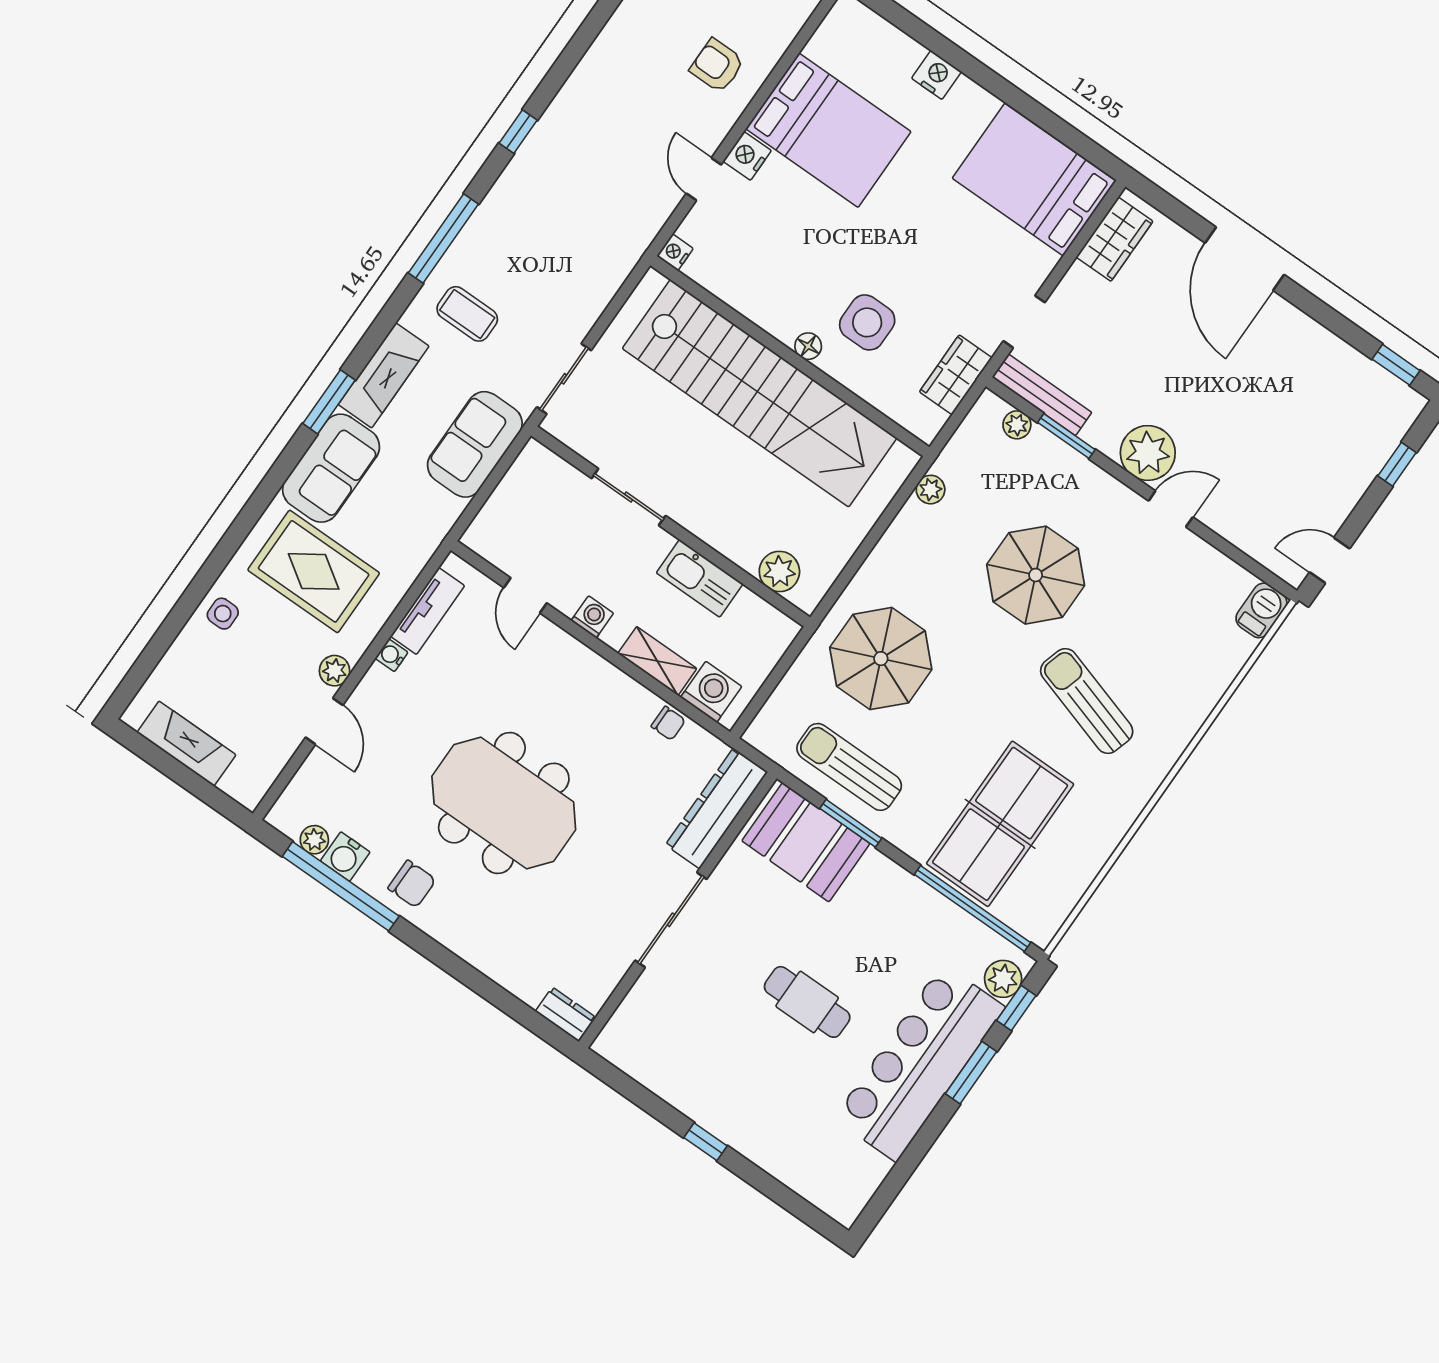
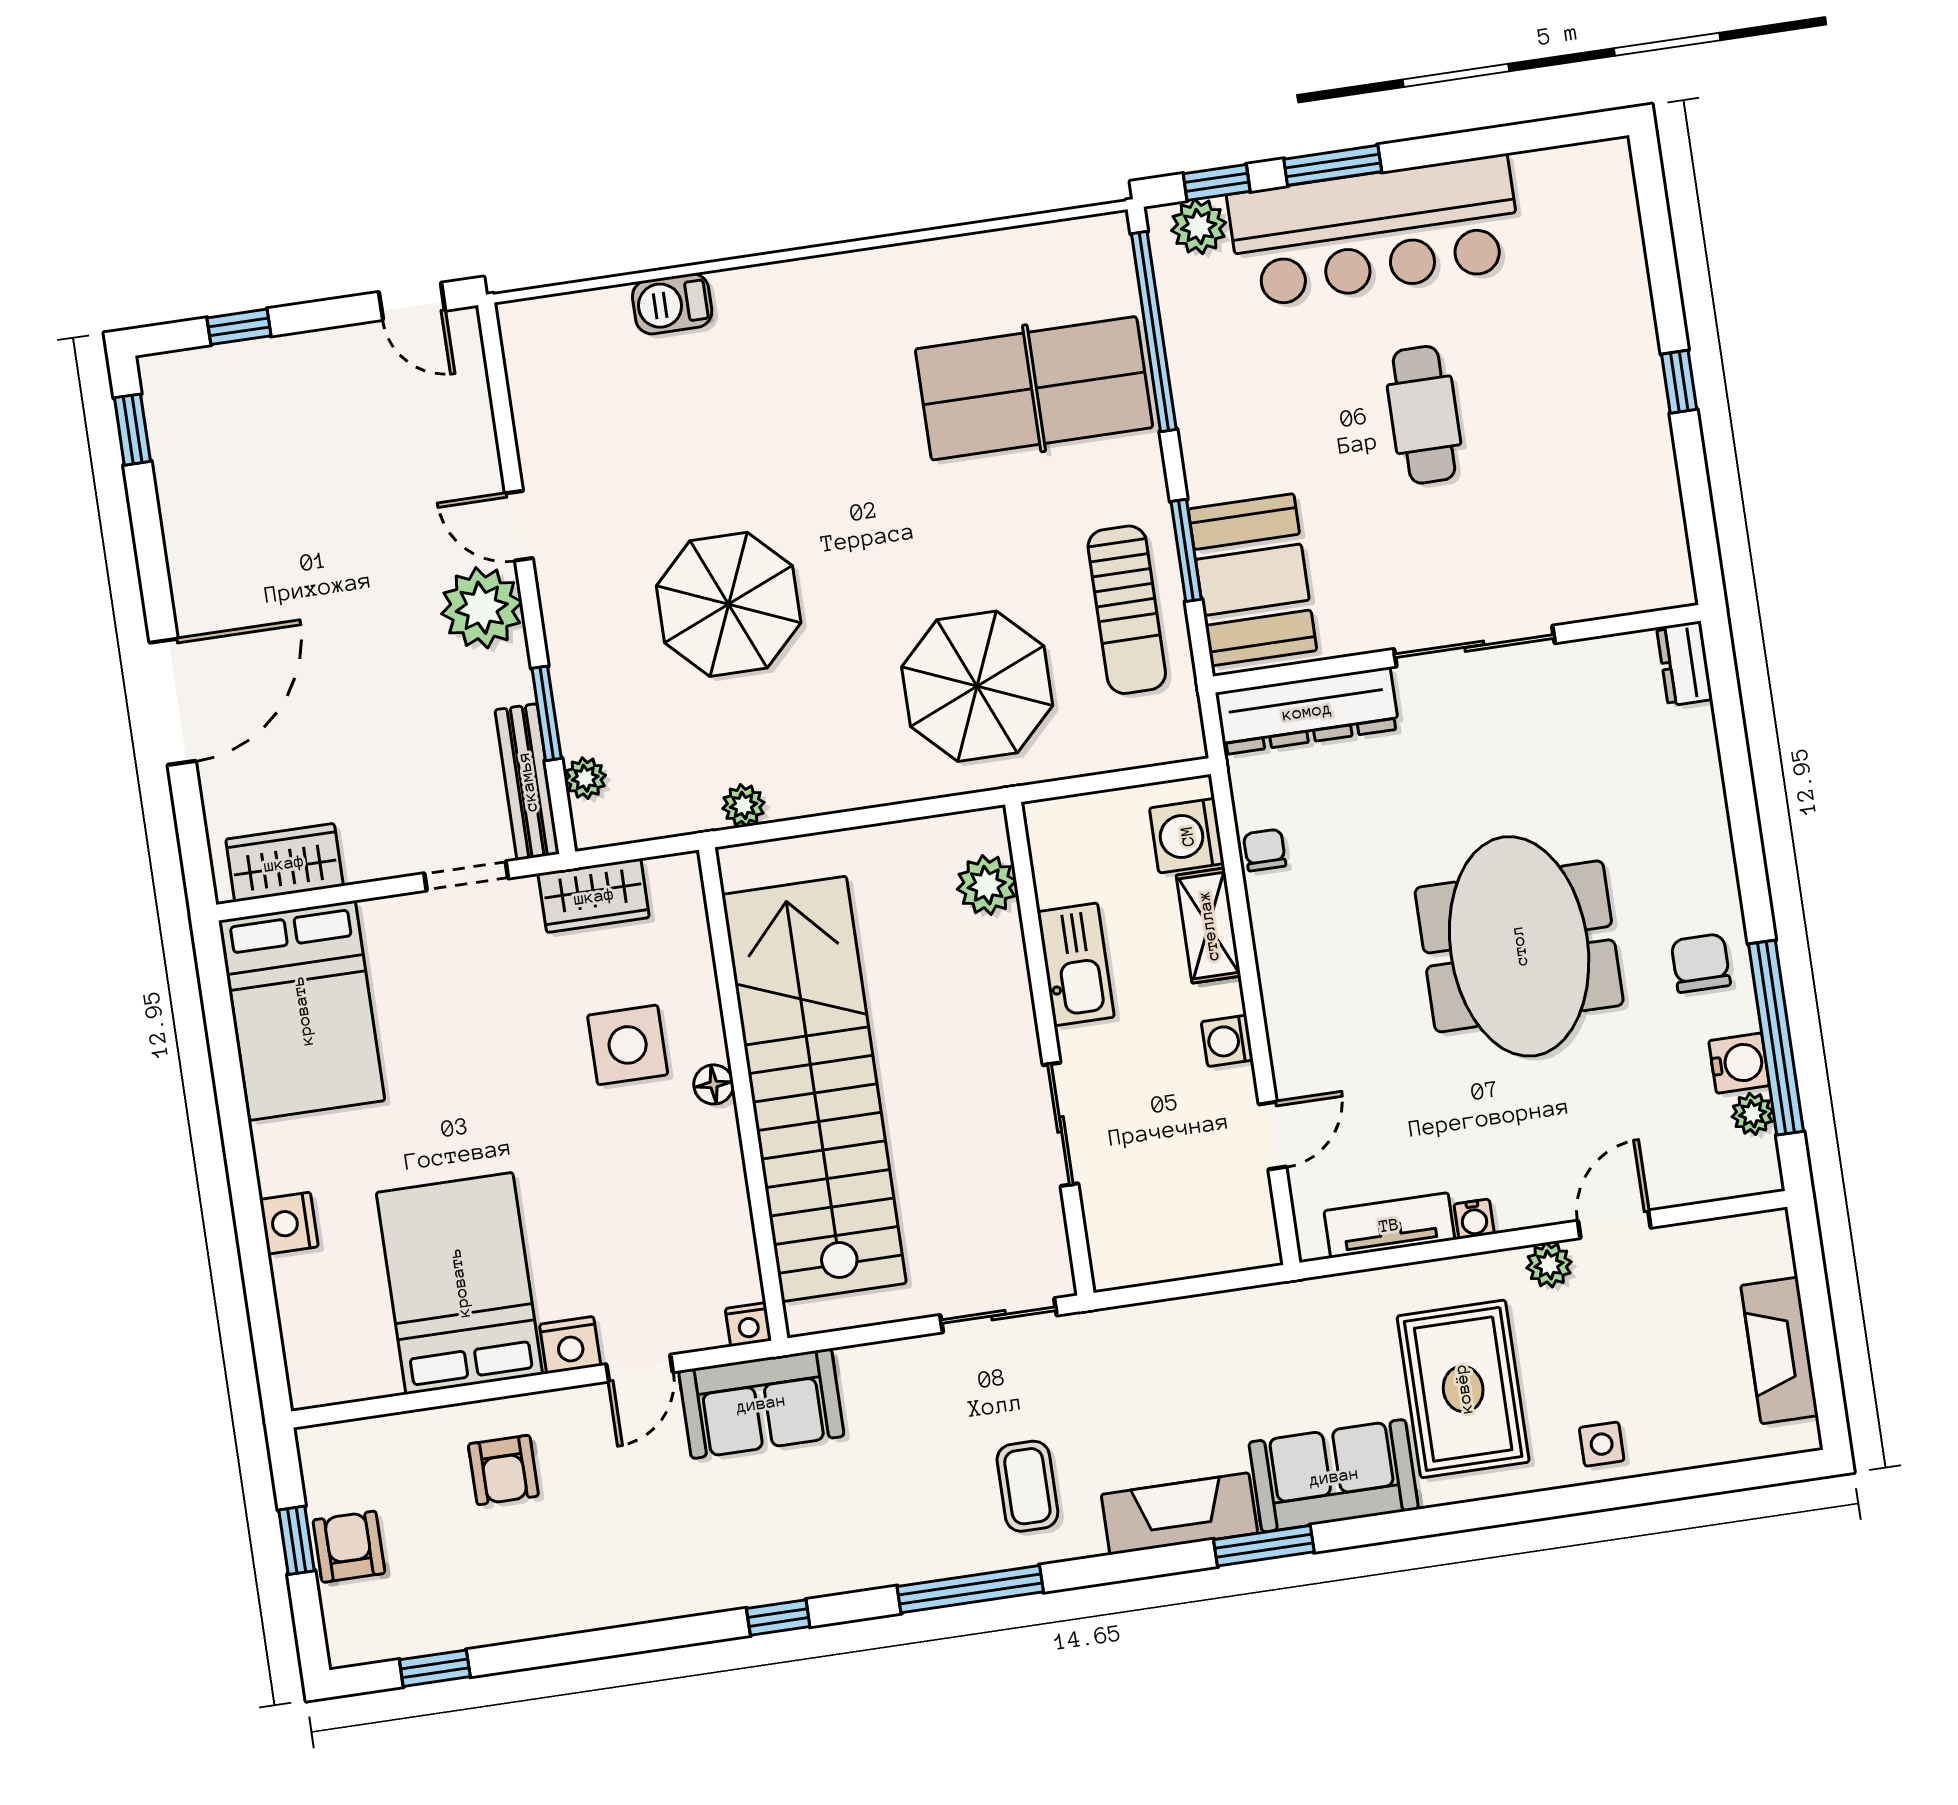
sofa: (475, 444) -> (761, 1403), moved
barbecue: (1261, 610) -> (672, 304), moved
sun lounger: (1087, 701) -> (813, 420), removed

